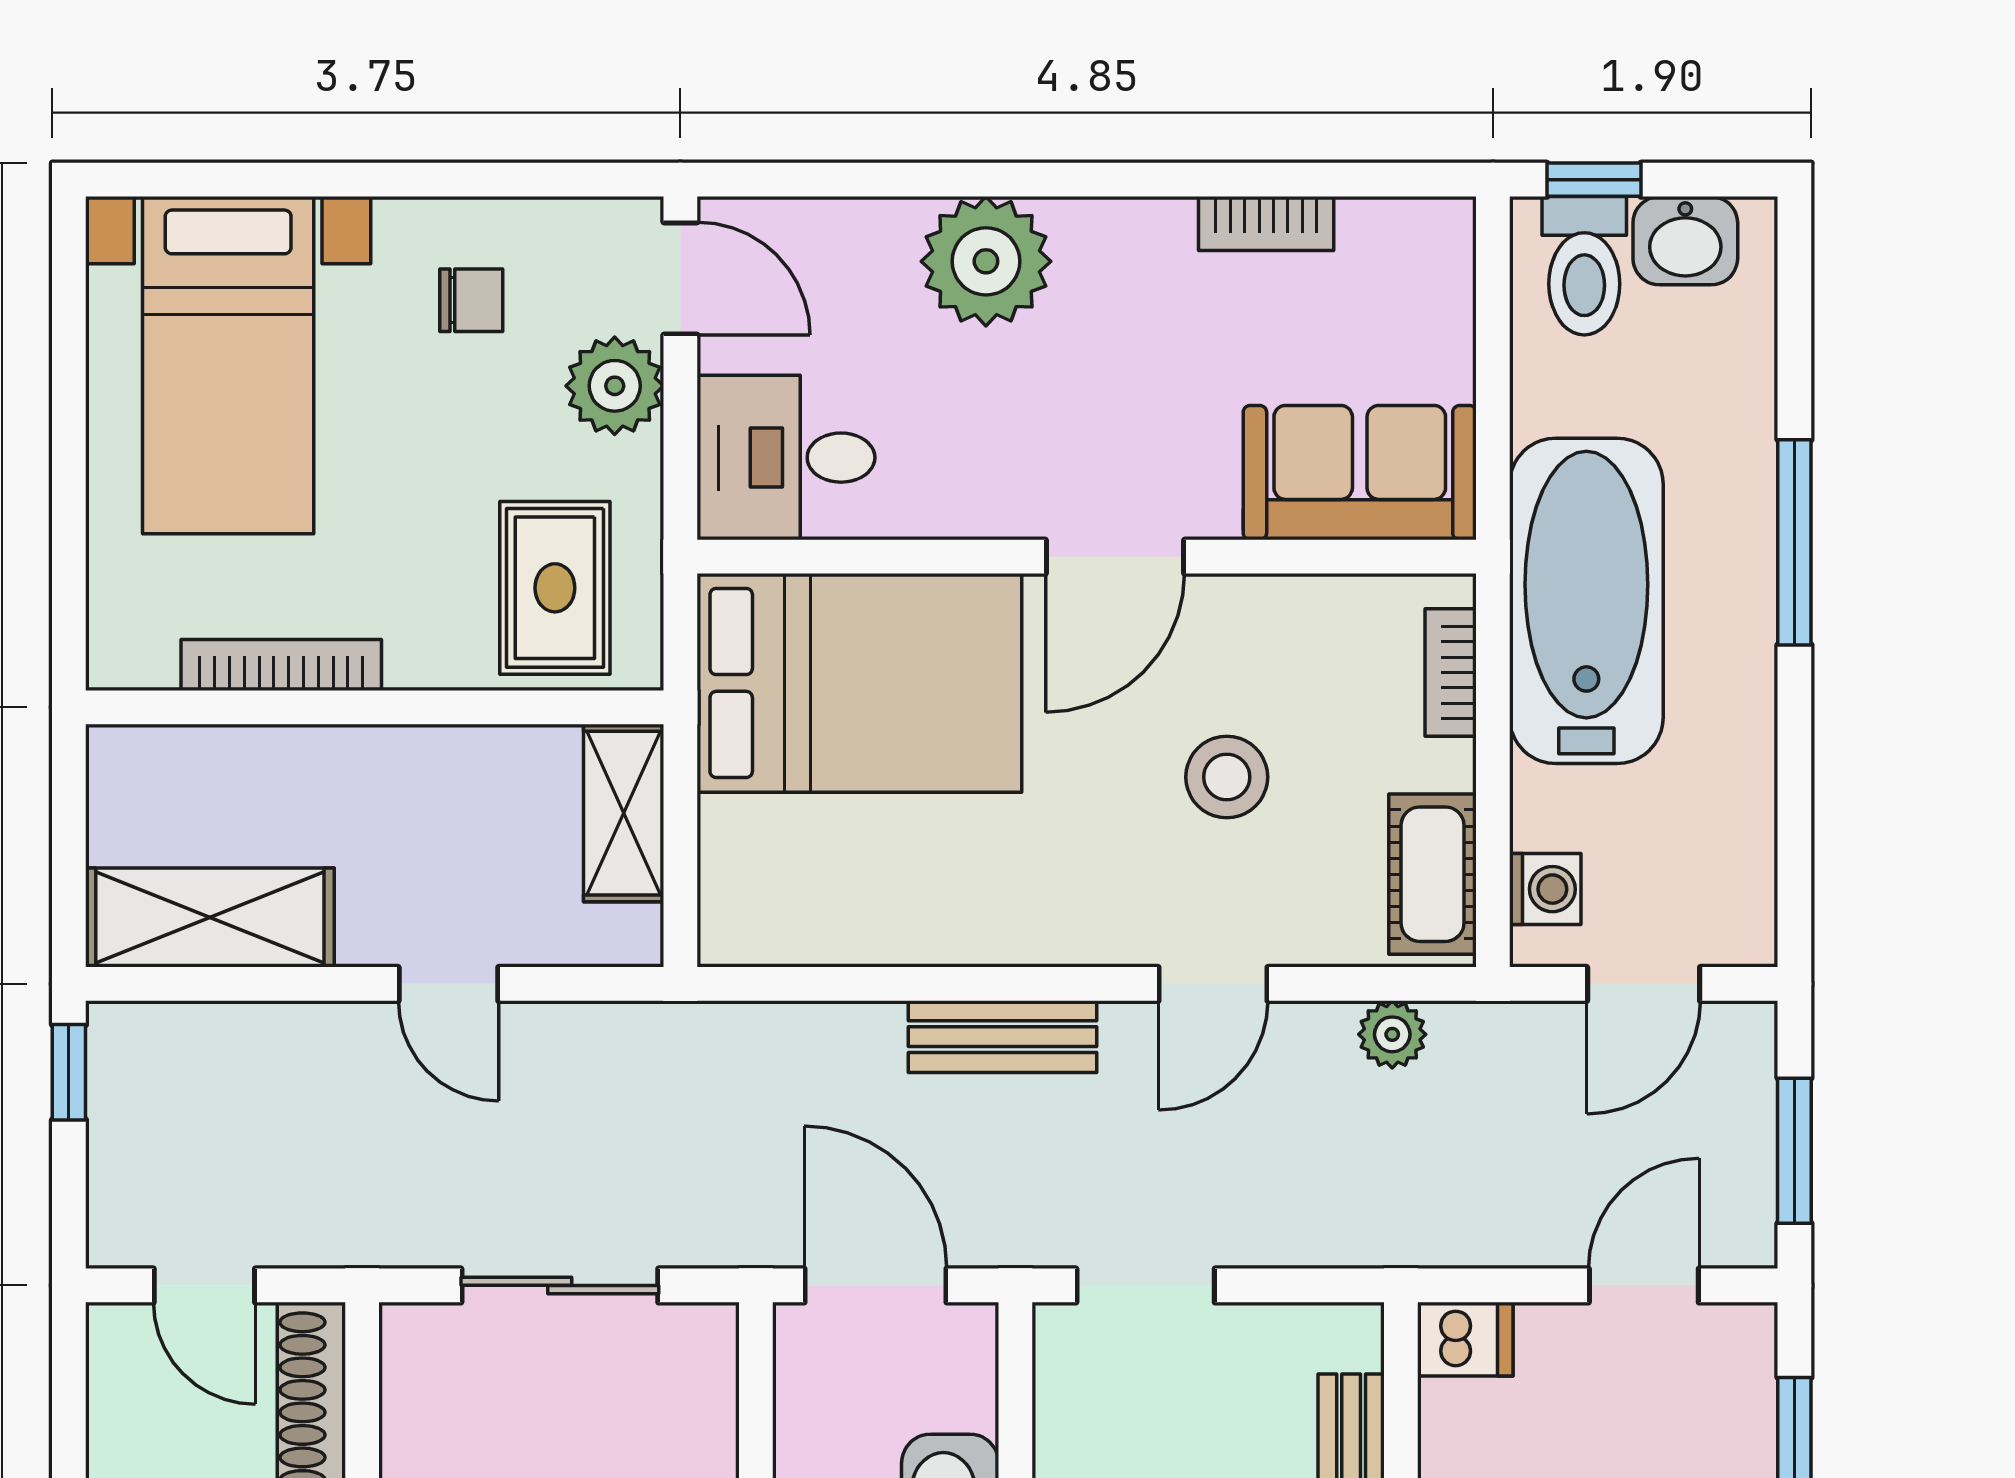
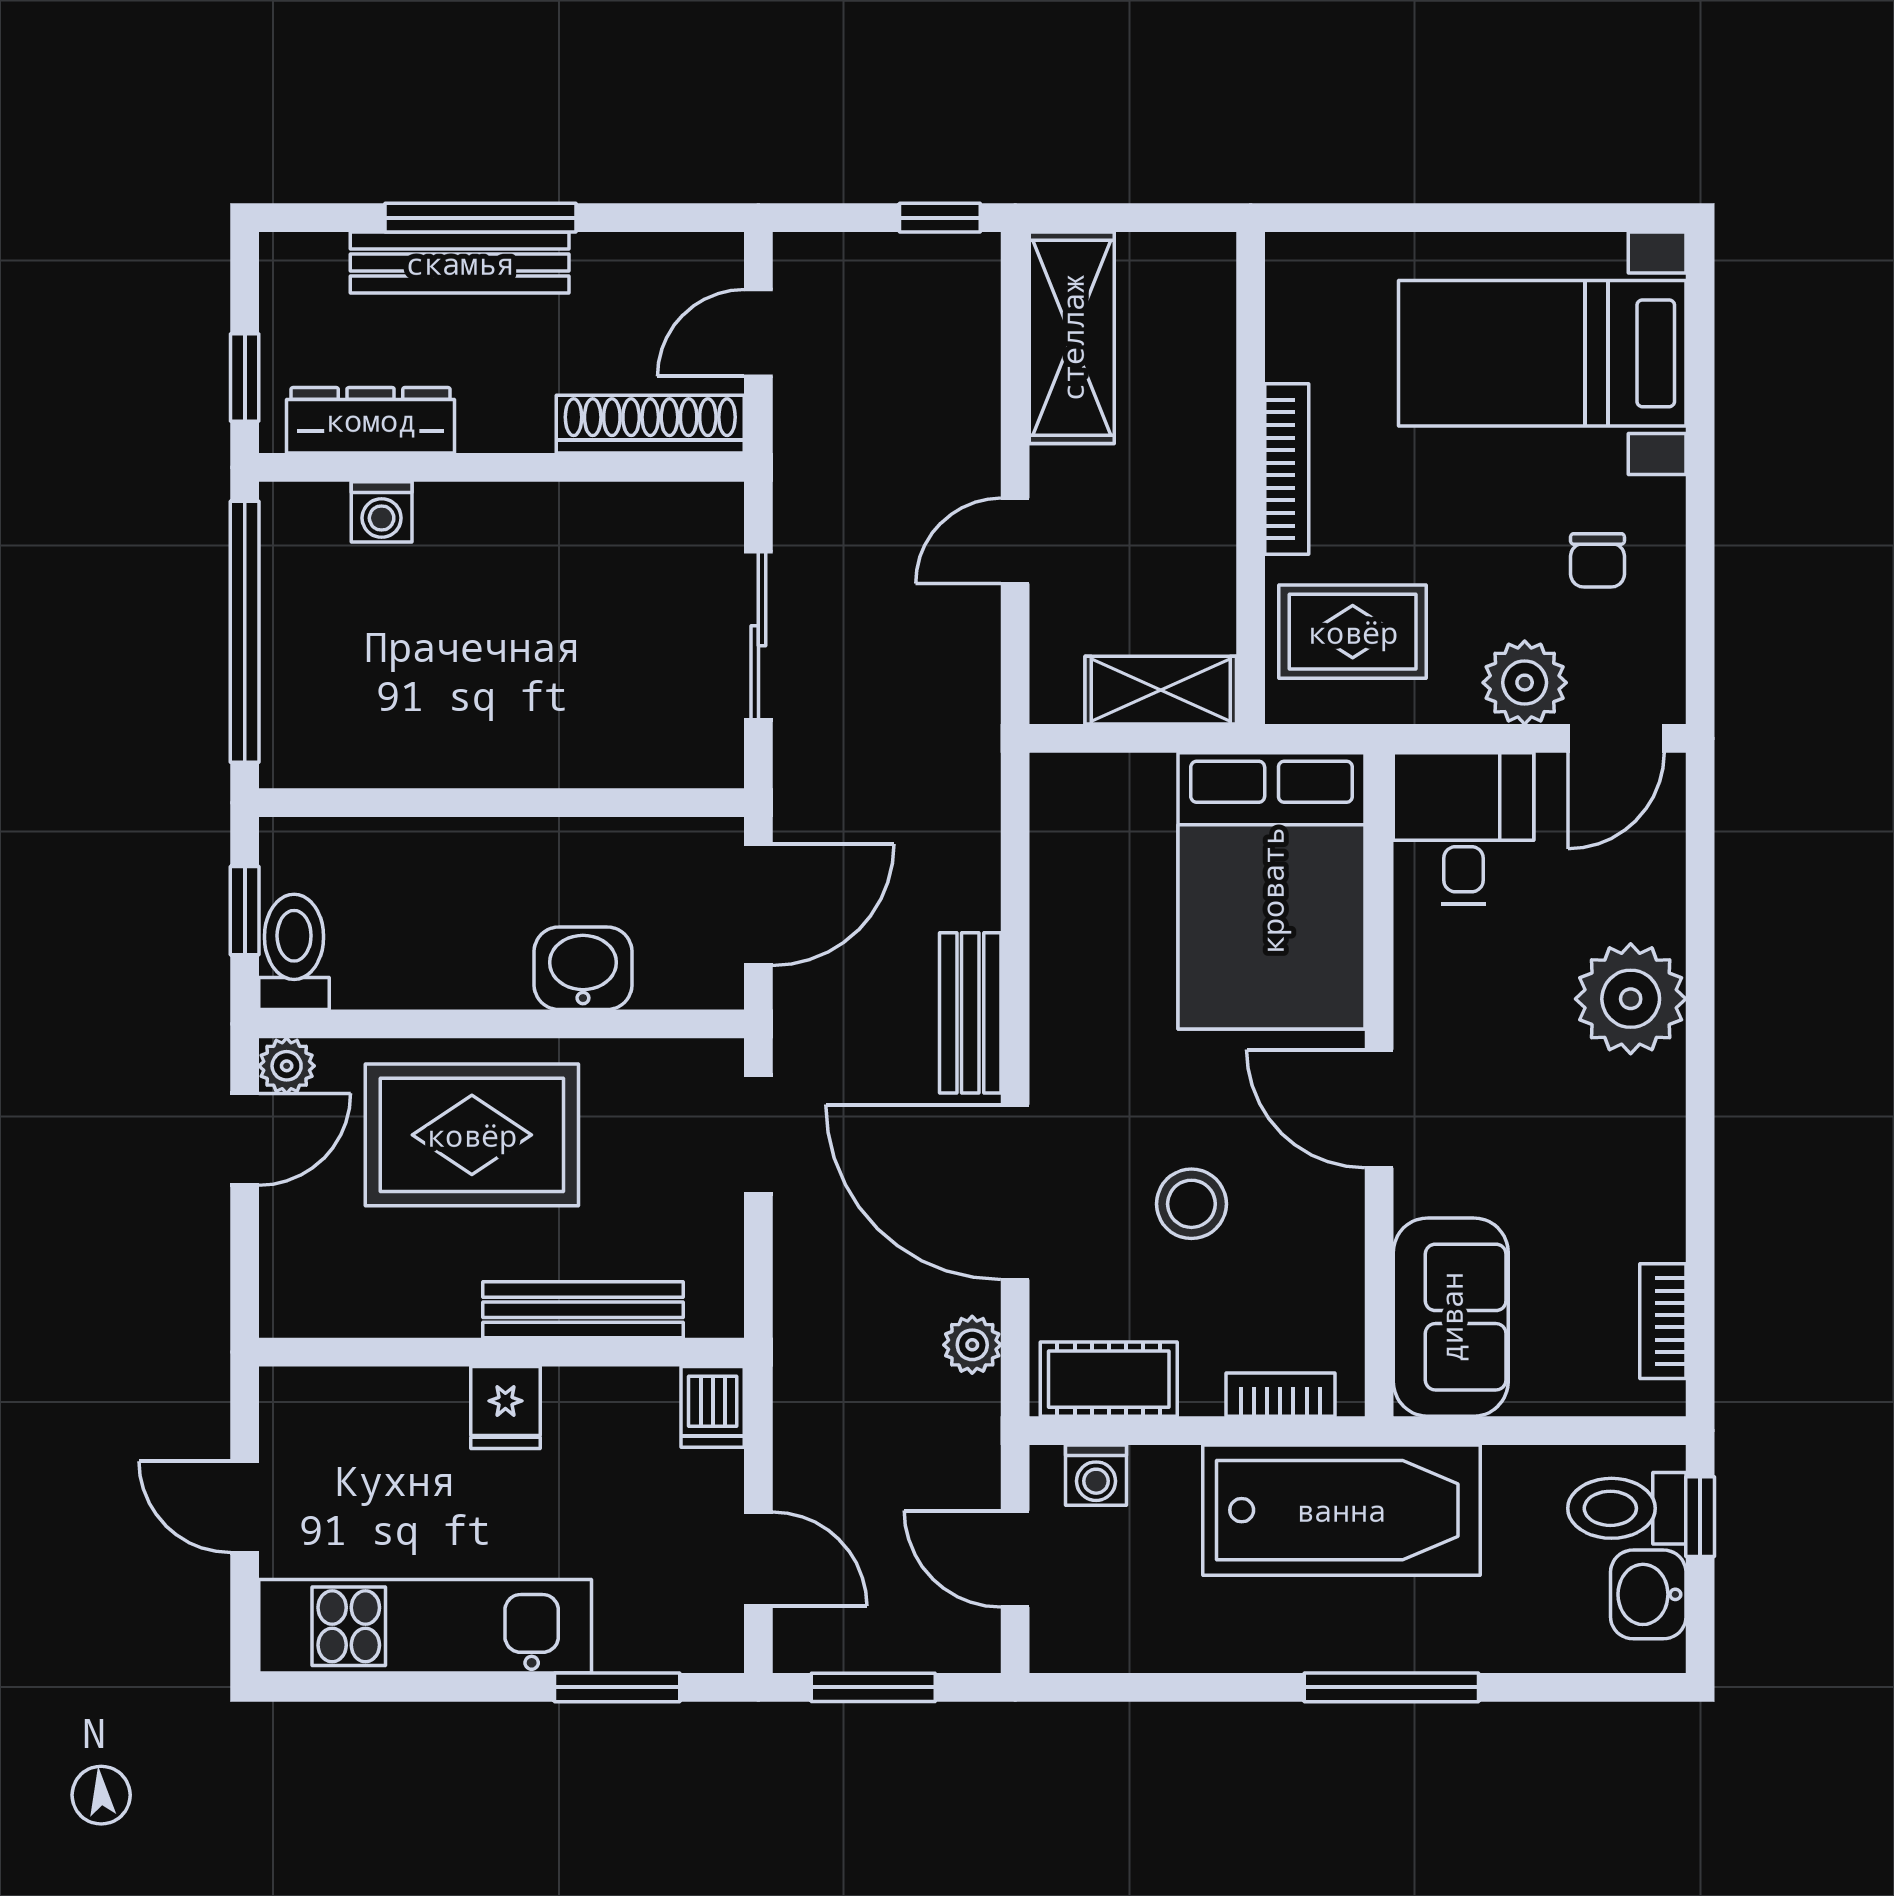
bookcase: (1266, 224) -> (1663, 1321), moved
bookcase: (281, 665) -> (1287, 469), moved
door: (1213, 984) -> (1015, 1192), width x1.88

